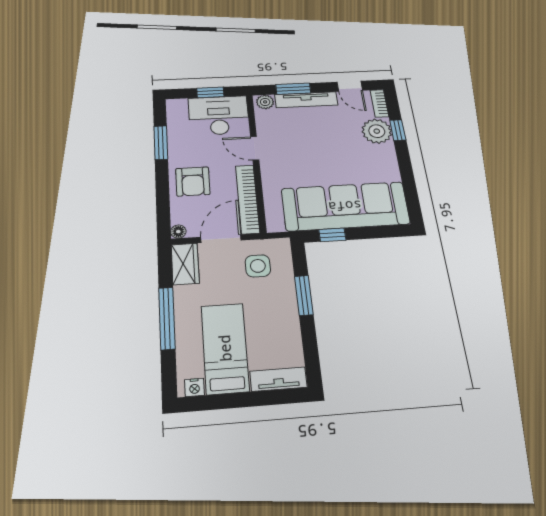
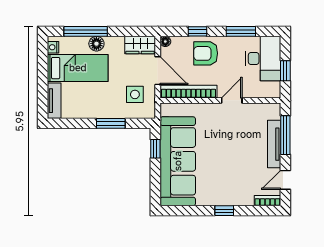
window: (293, 89) -> (285, 135), width x1.44
plant: (265, 102) -> (274, 112), removed
desk: (219, 115) -> (263, 59), moved
window: (398, 130) -> (224, 211), moved
plant: (377, 131) -> (242, 194), removed
window: (163, 193) -> (198, 31), added
window: (167, 318) -> (86, 31), moved
floor lamp: (186, 324) -> (96, 44), added

